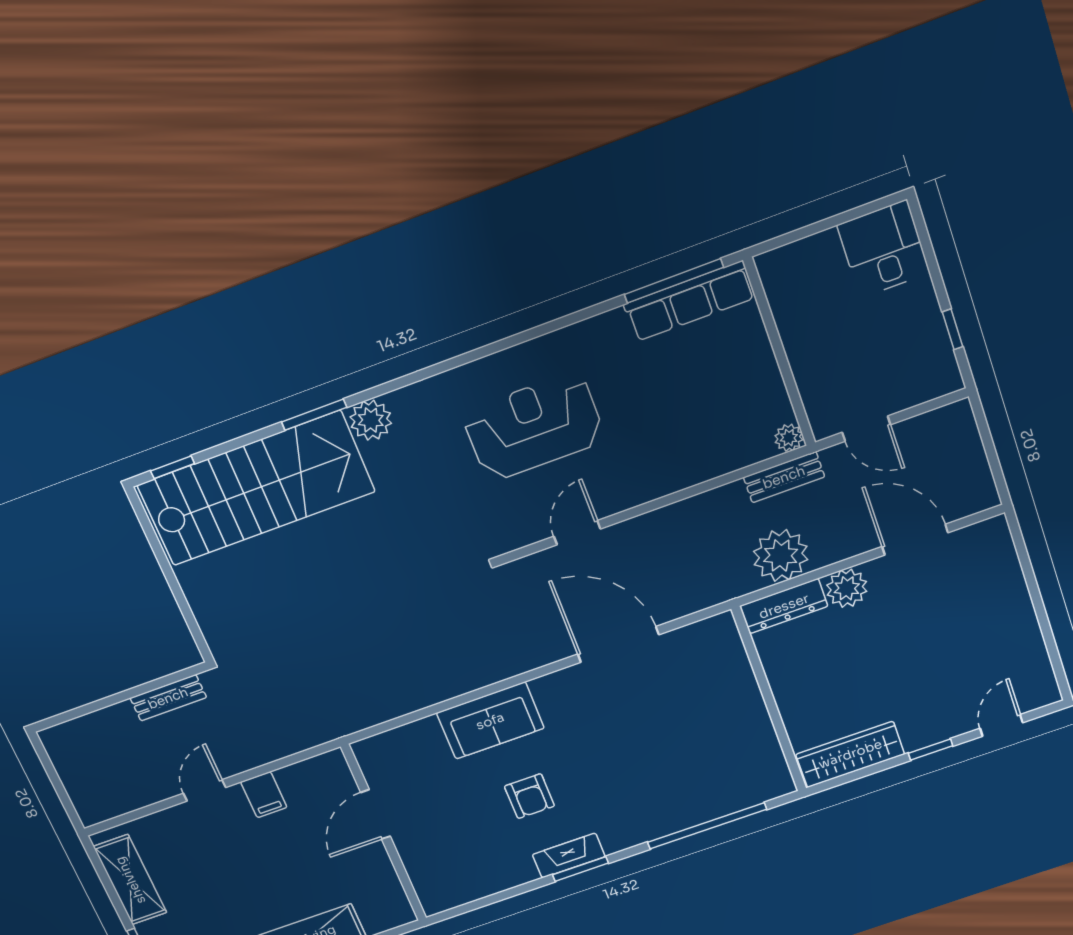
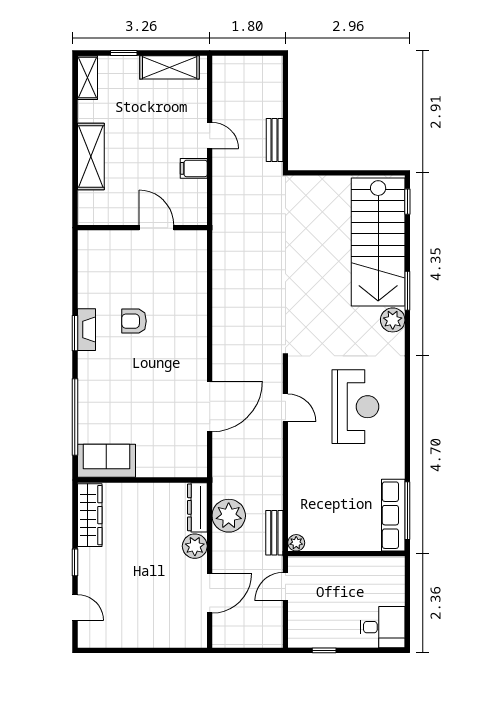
sofa: (490, 721) -> (106, 461), moved, turned 90

